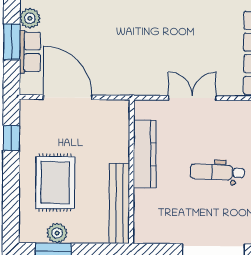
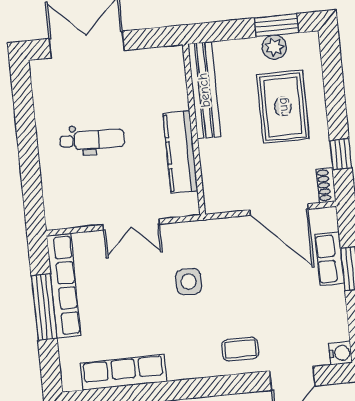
plant: (30, 18) -> (334, 298), removed
side table: (149, 45) -> (189, 282), added
shoe rack: (26, 113) -> (326, 185), added

